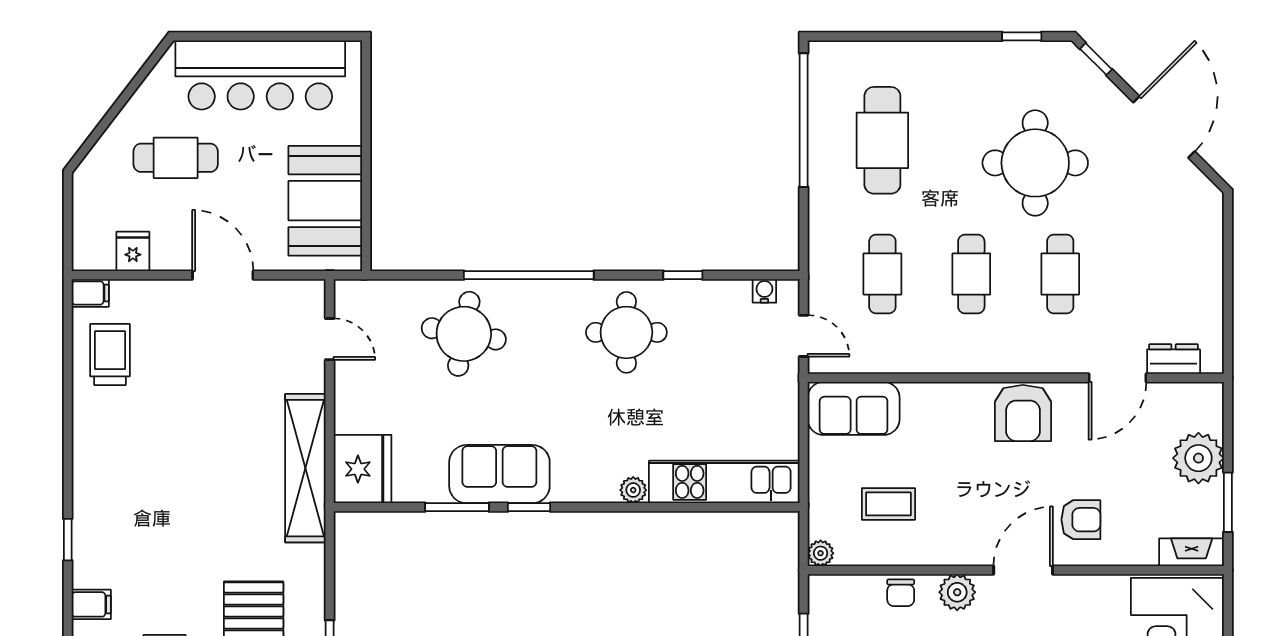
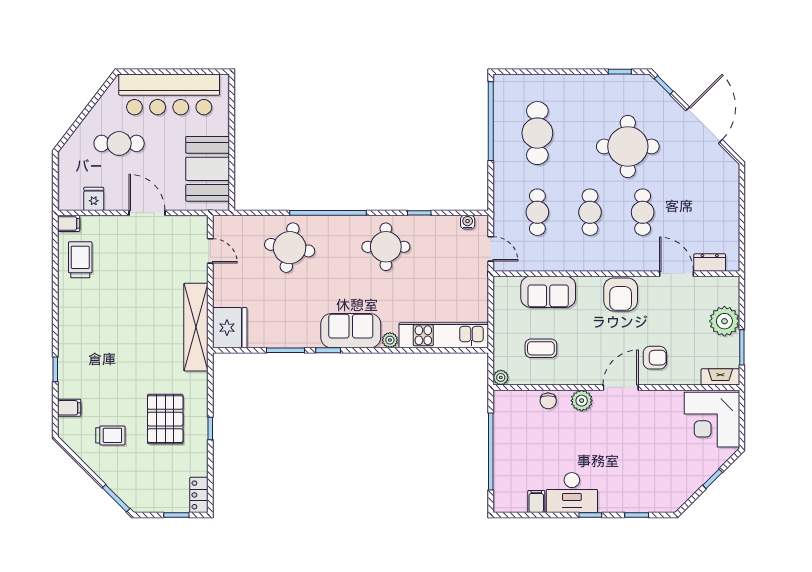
door: (1117, 378) -> (677, 274), swing flipped
sofa: (854, 408) -> (548, 292), moved
sofa: (499, 474) -> (351, 331), moved

